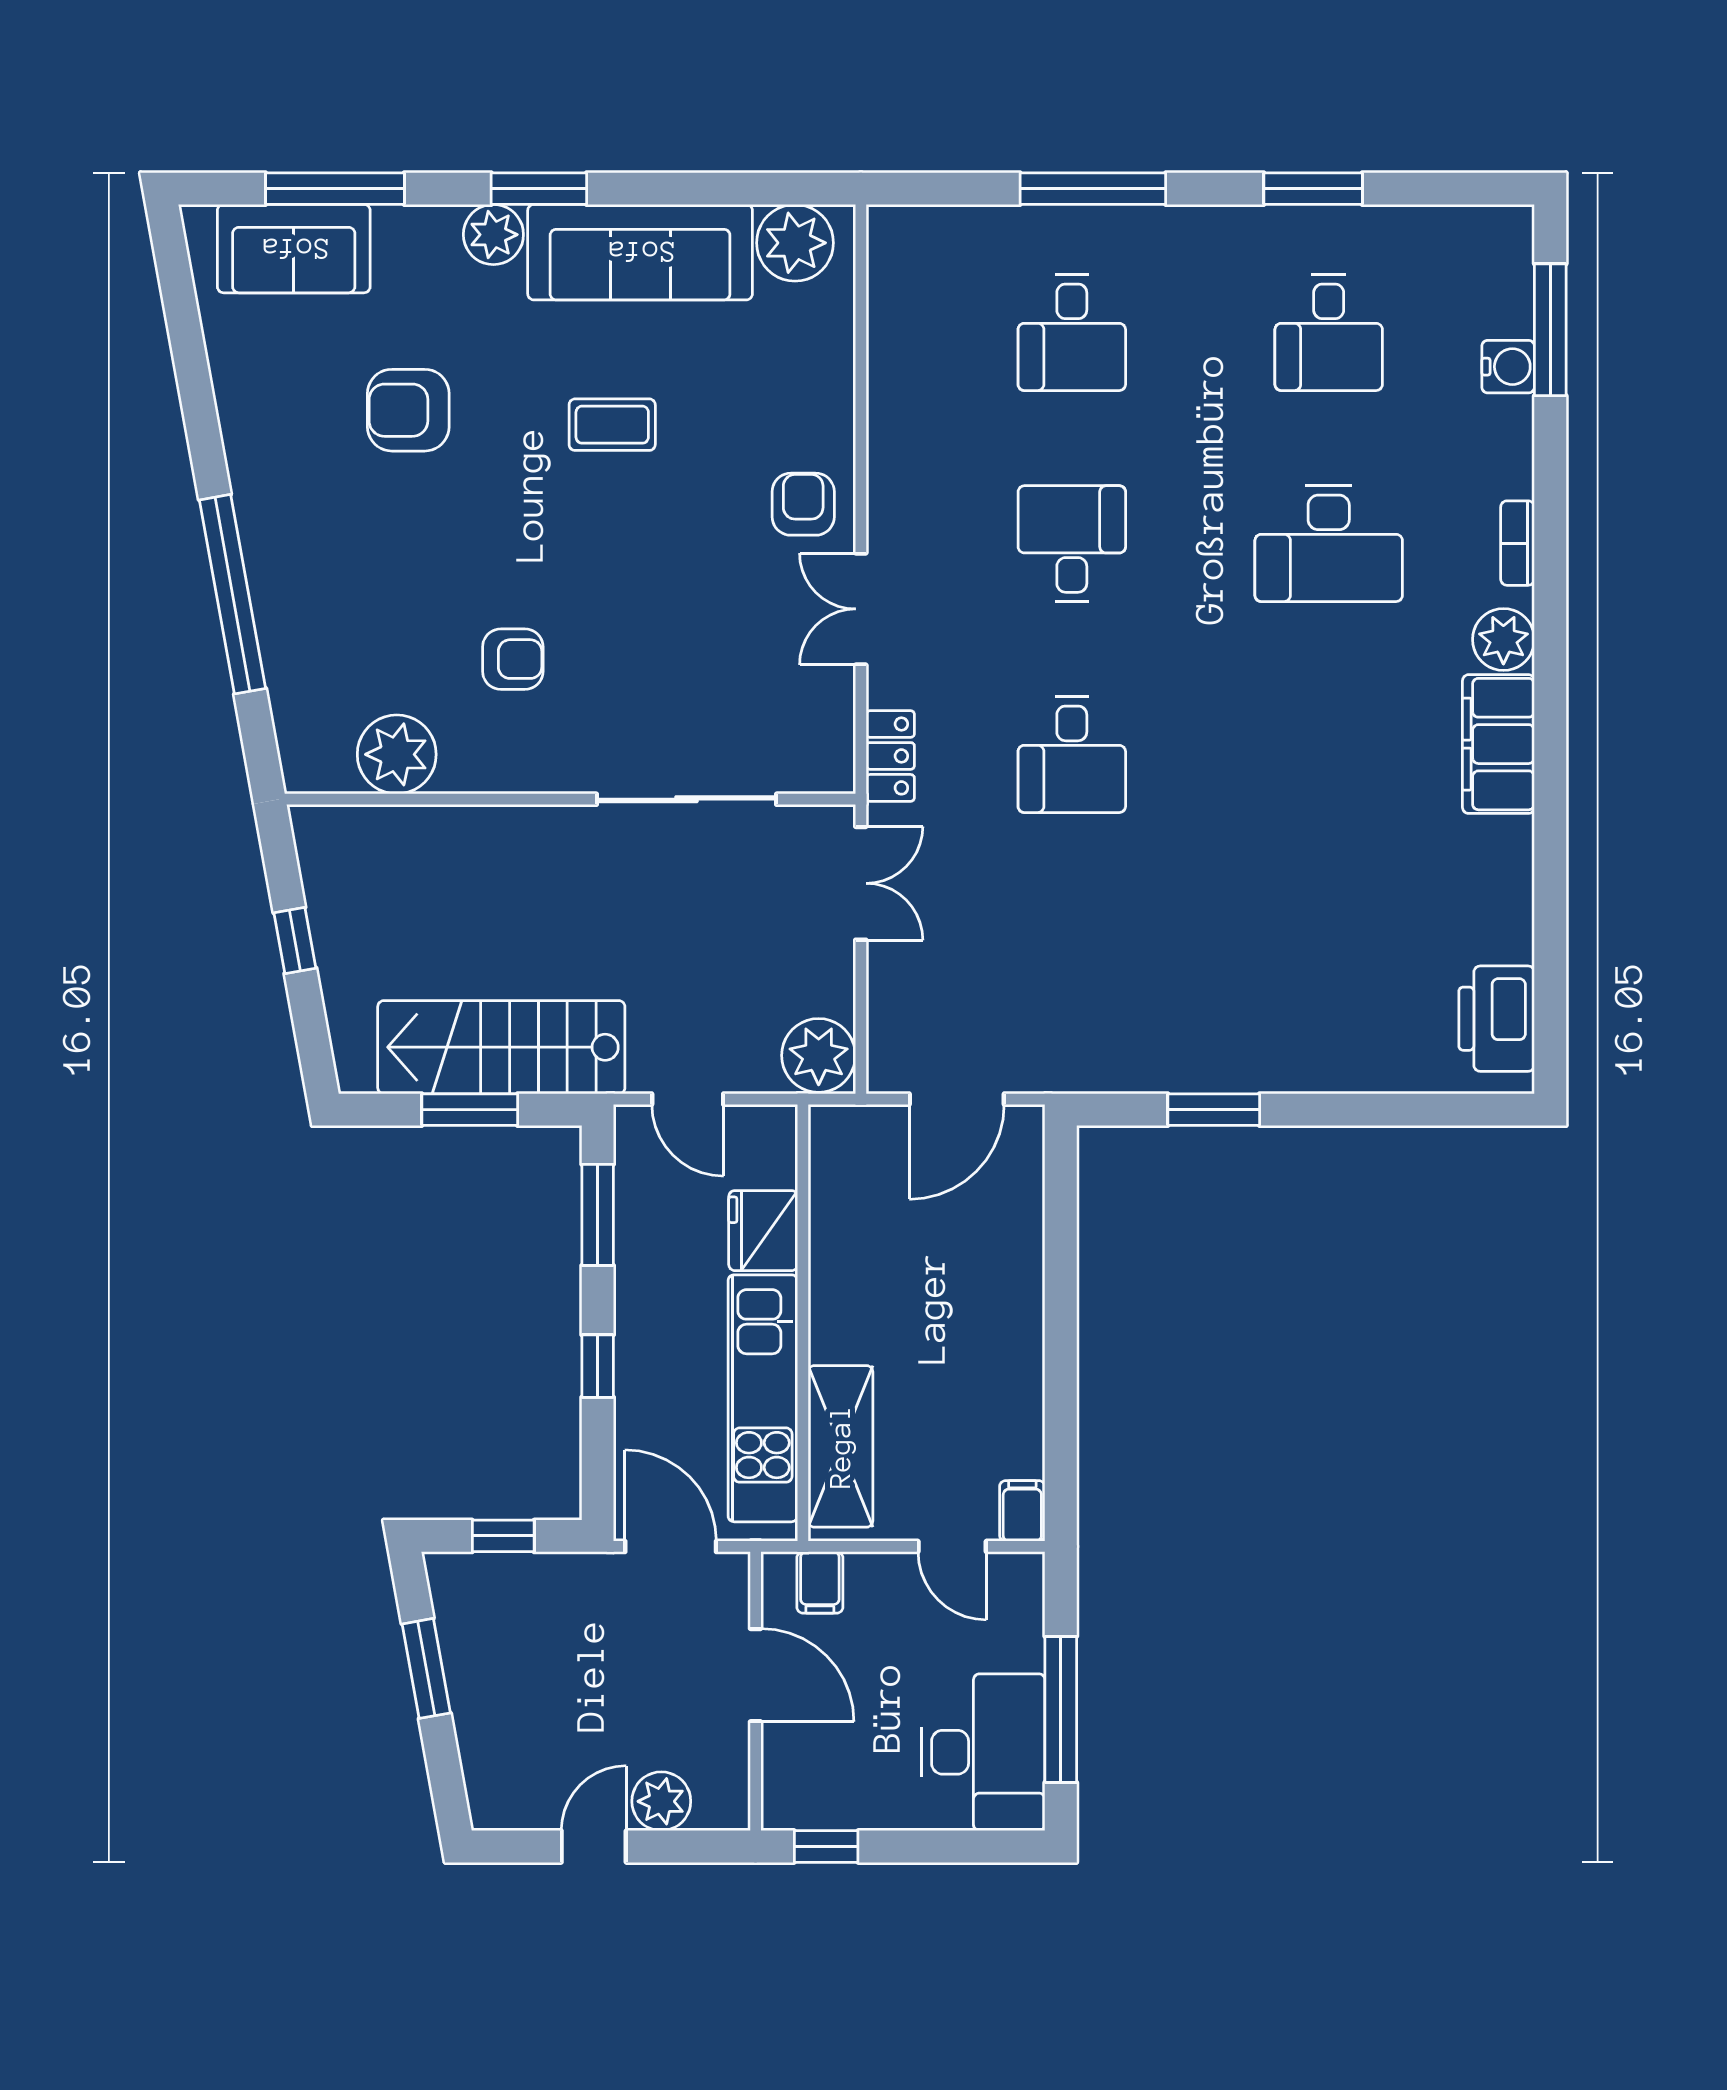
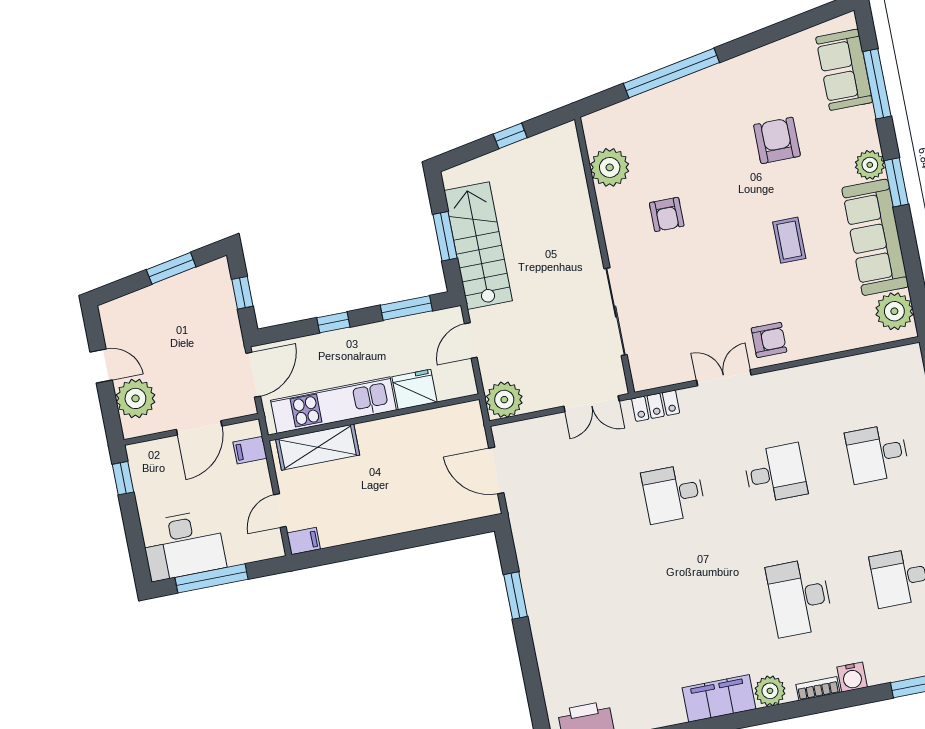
water cooler: (1508, 367) -> (852, 677), moved
plant: (661, 1801) -> (135, 398), width x1.36, depth x1.36

